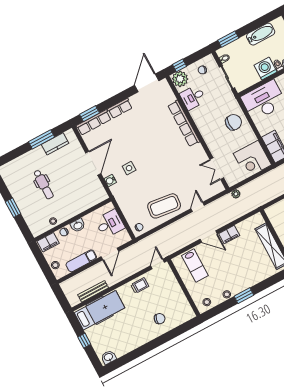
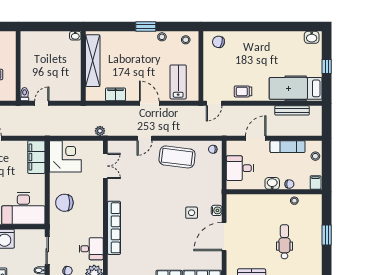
filing cabinet: (229, 235) -> (116, 94), moved
filing cabinet: (48, 242) -> (316, 183), width x0.50
chair: (160, 319) -> (218, 42), moved

